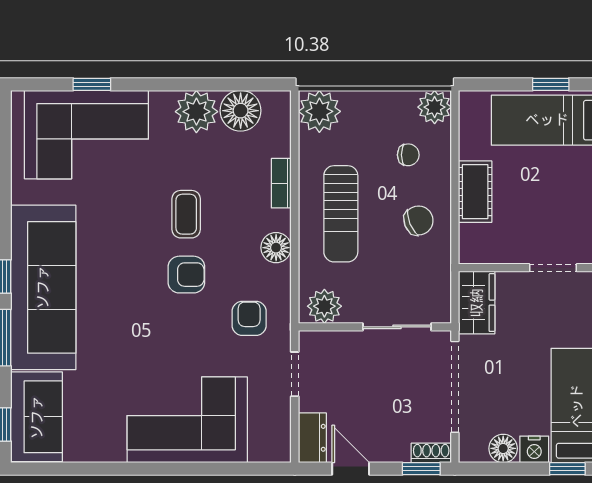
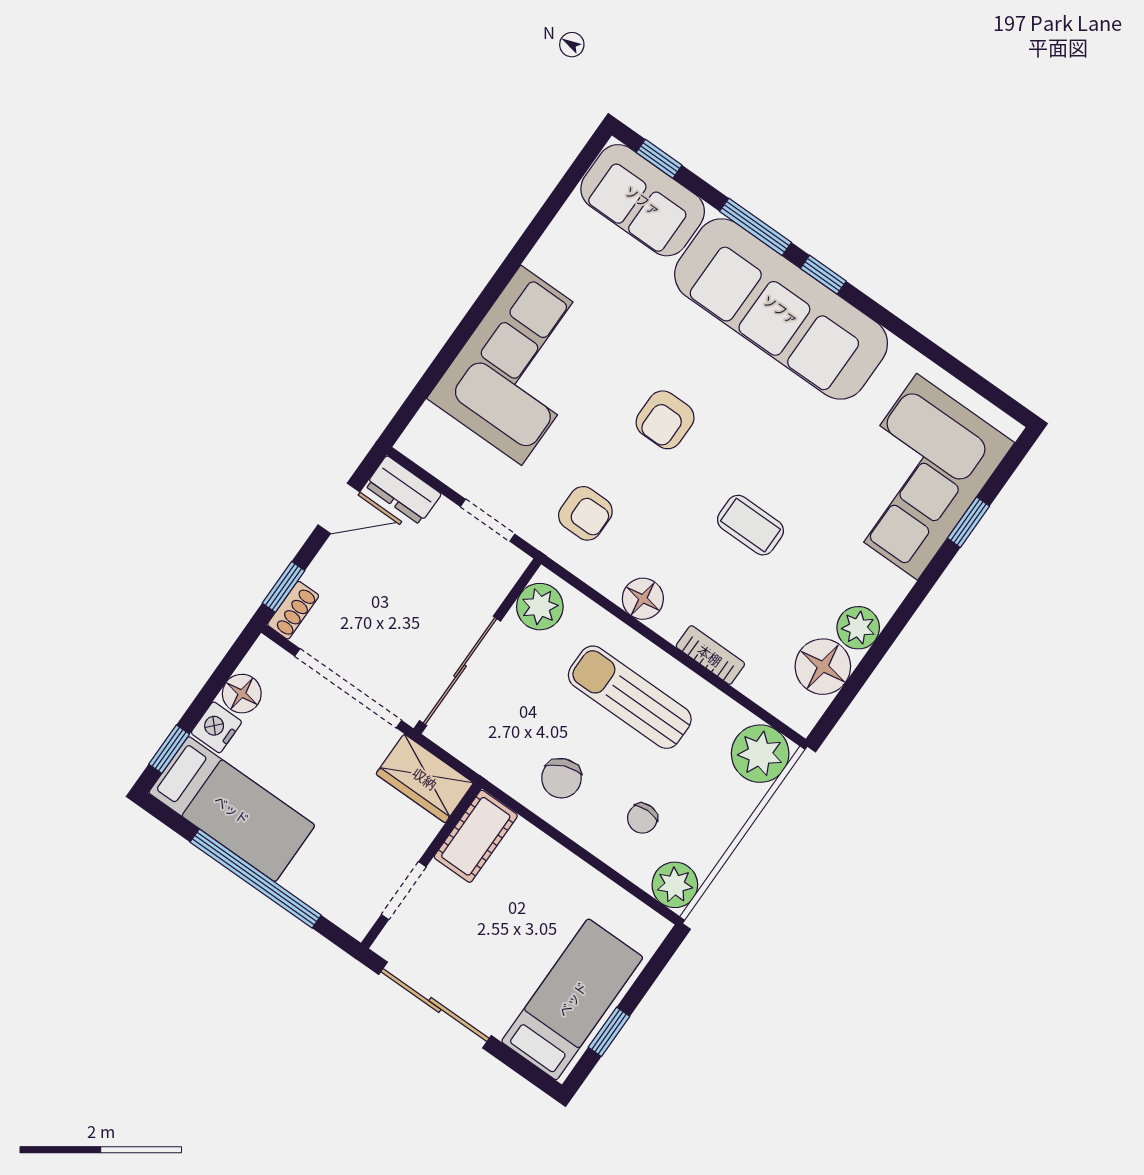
plant: (196, 112) -> (858, 628), width x0.73, depth x0.73
cot: (475, 192) -> (476, 836), moved, turned 90
armchair: (186, 275) -> (665, 420), moved
sliding door: (397, 327) -> (460, 671), width x1.37

